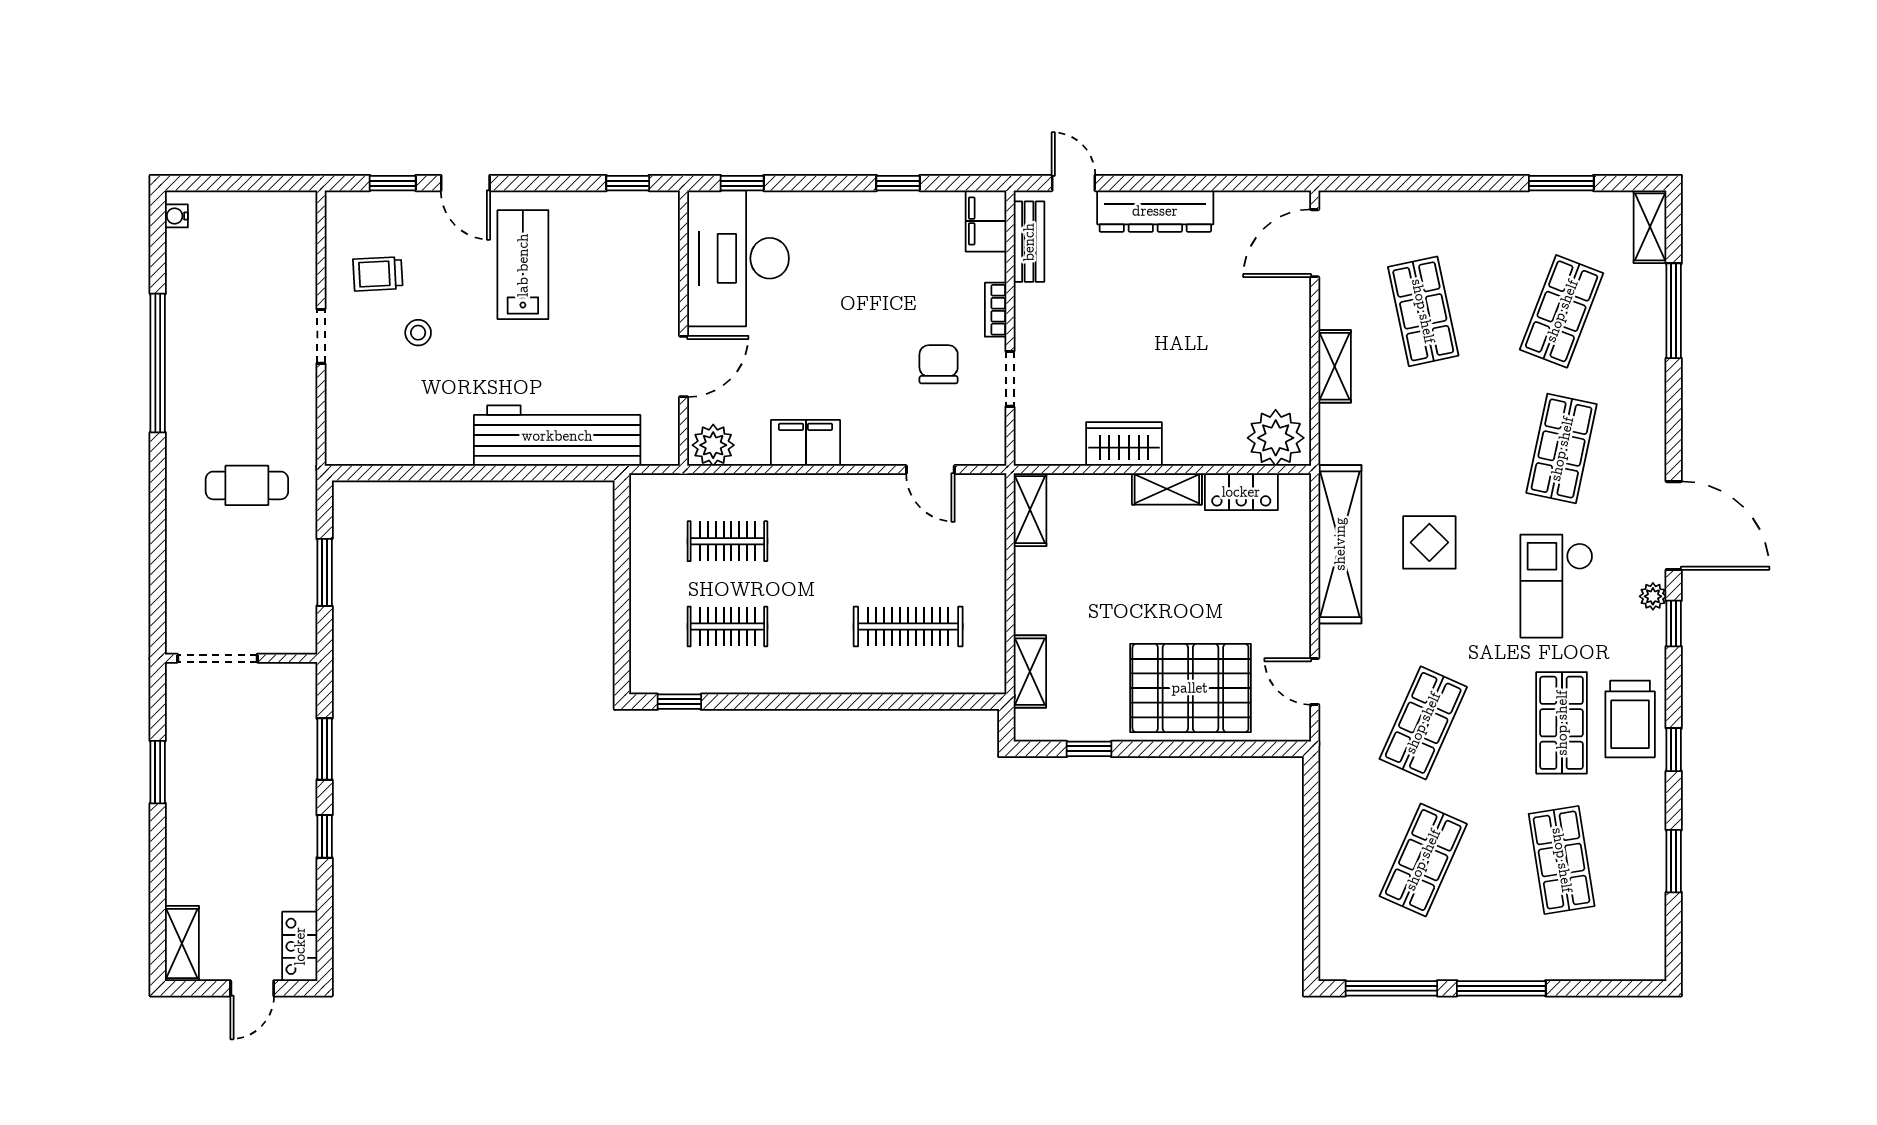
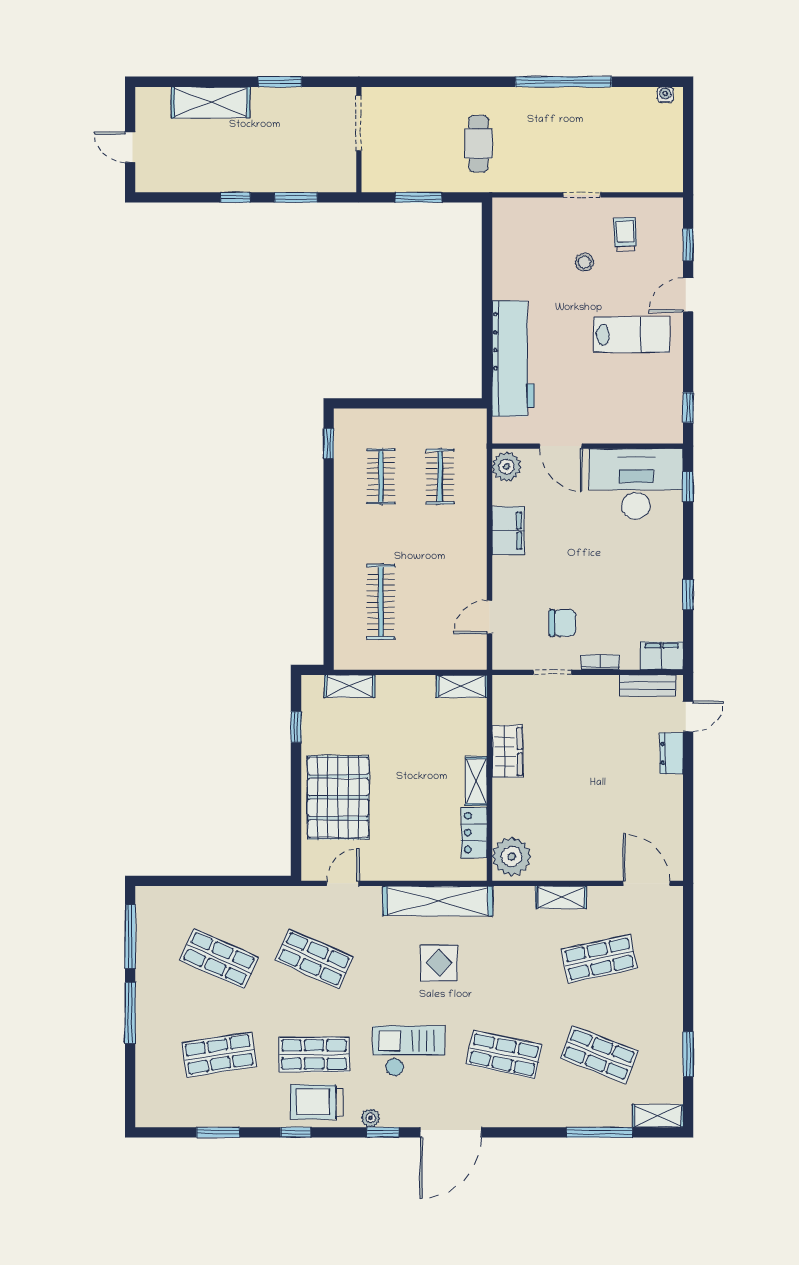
dresser: (1155, 211) -> (671, 753), width x0.51, depth x0.80
plant: (1653, 596) -> (371, 1118), moved
shelving: (182, 943) -> (211, 102), moved, width x1.50, depth x1.33
locker: (300, 946) -> (159, 180), removed

